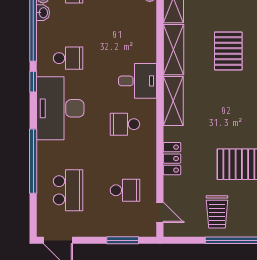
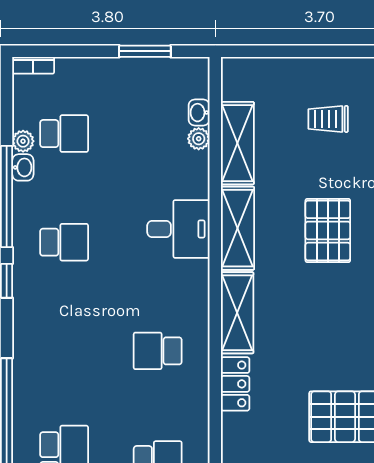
desk: (138, 81) -> (178, 229), moved
desk: (60, 108) -> (51, 325), removed
locker: (172, 159) -> (235, 384), moved

